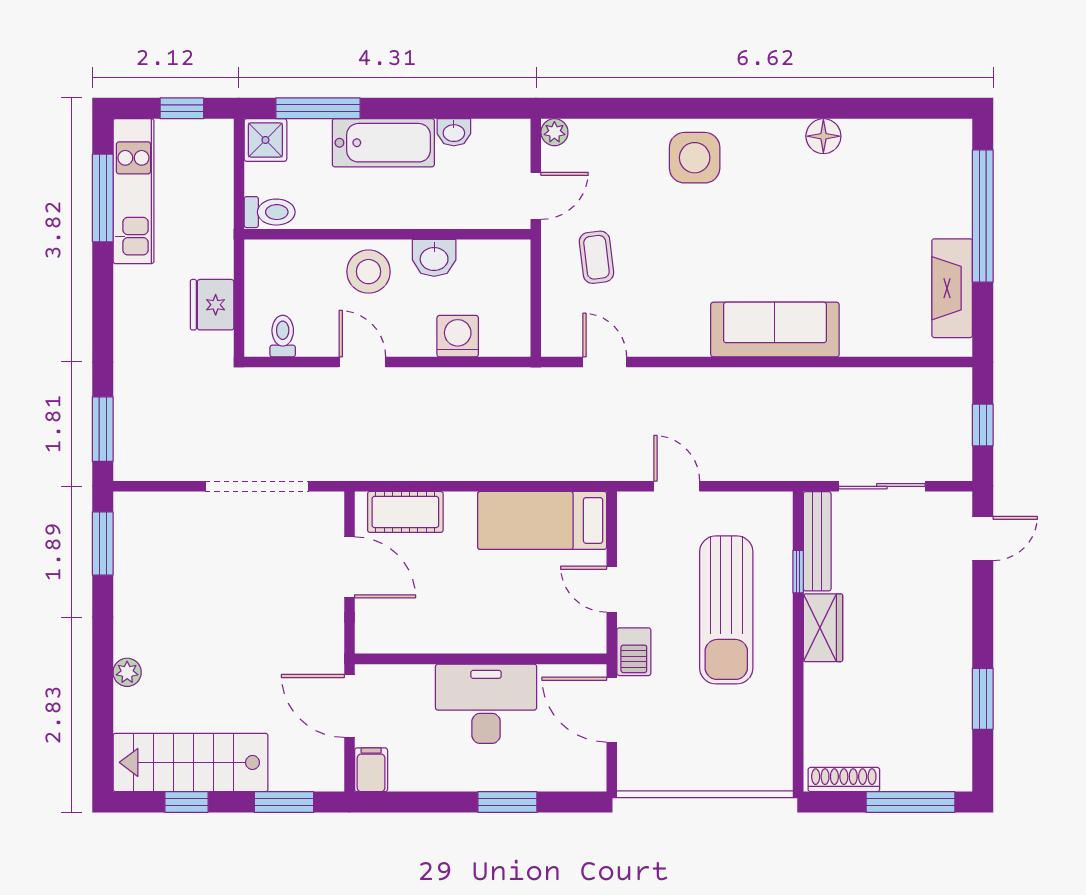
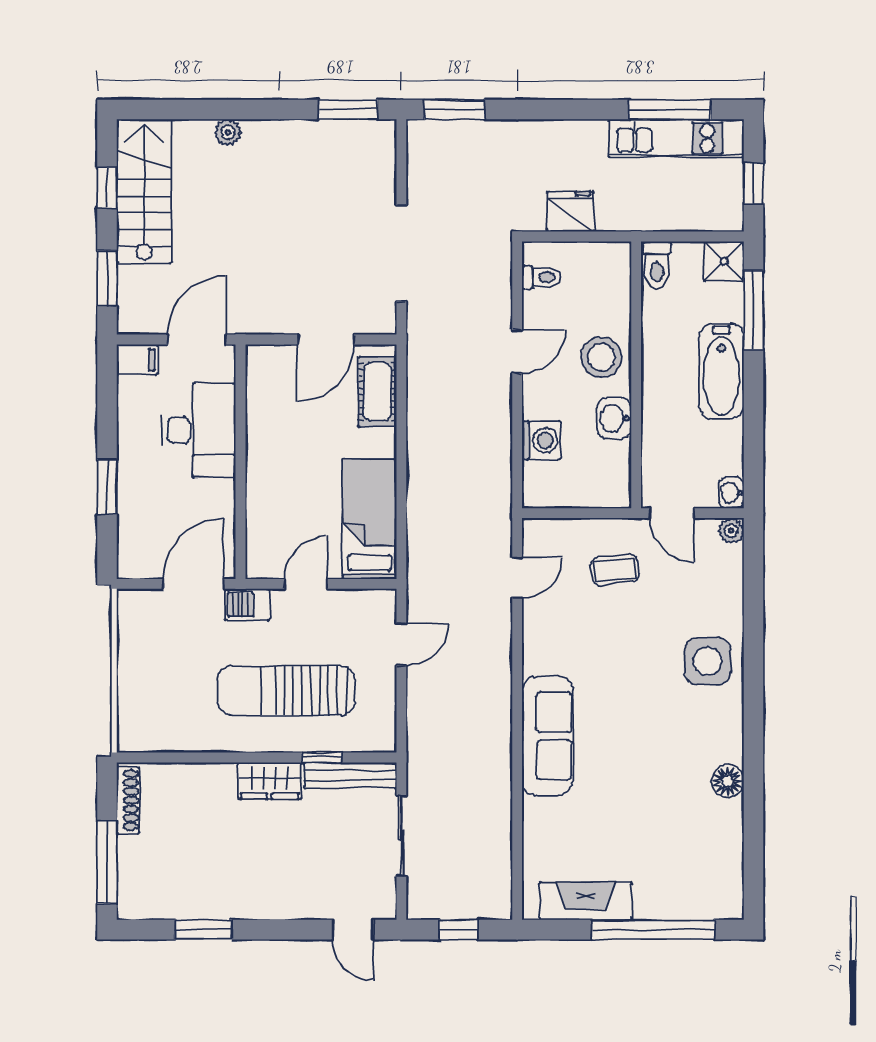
washbasin: (454, 132) -> (731, 493), moved
desk: (486, 704) -> (199, 430), moved

